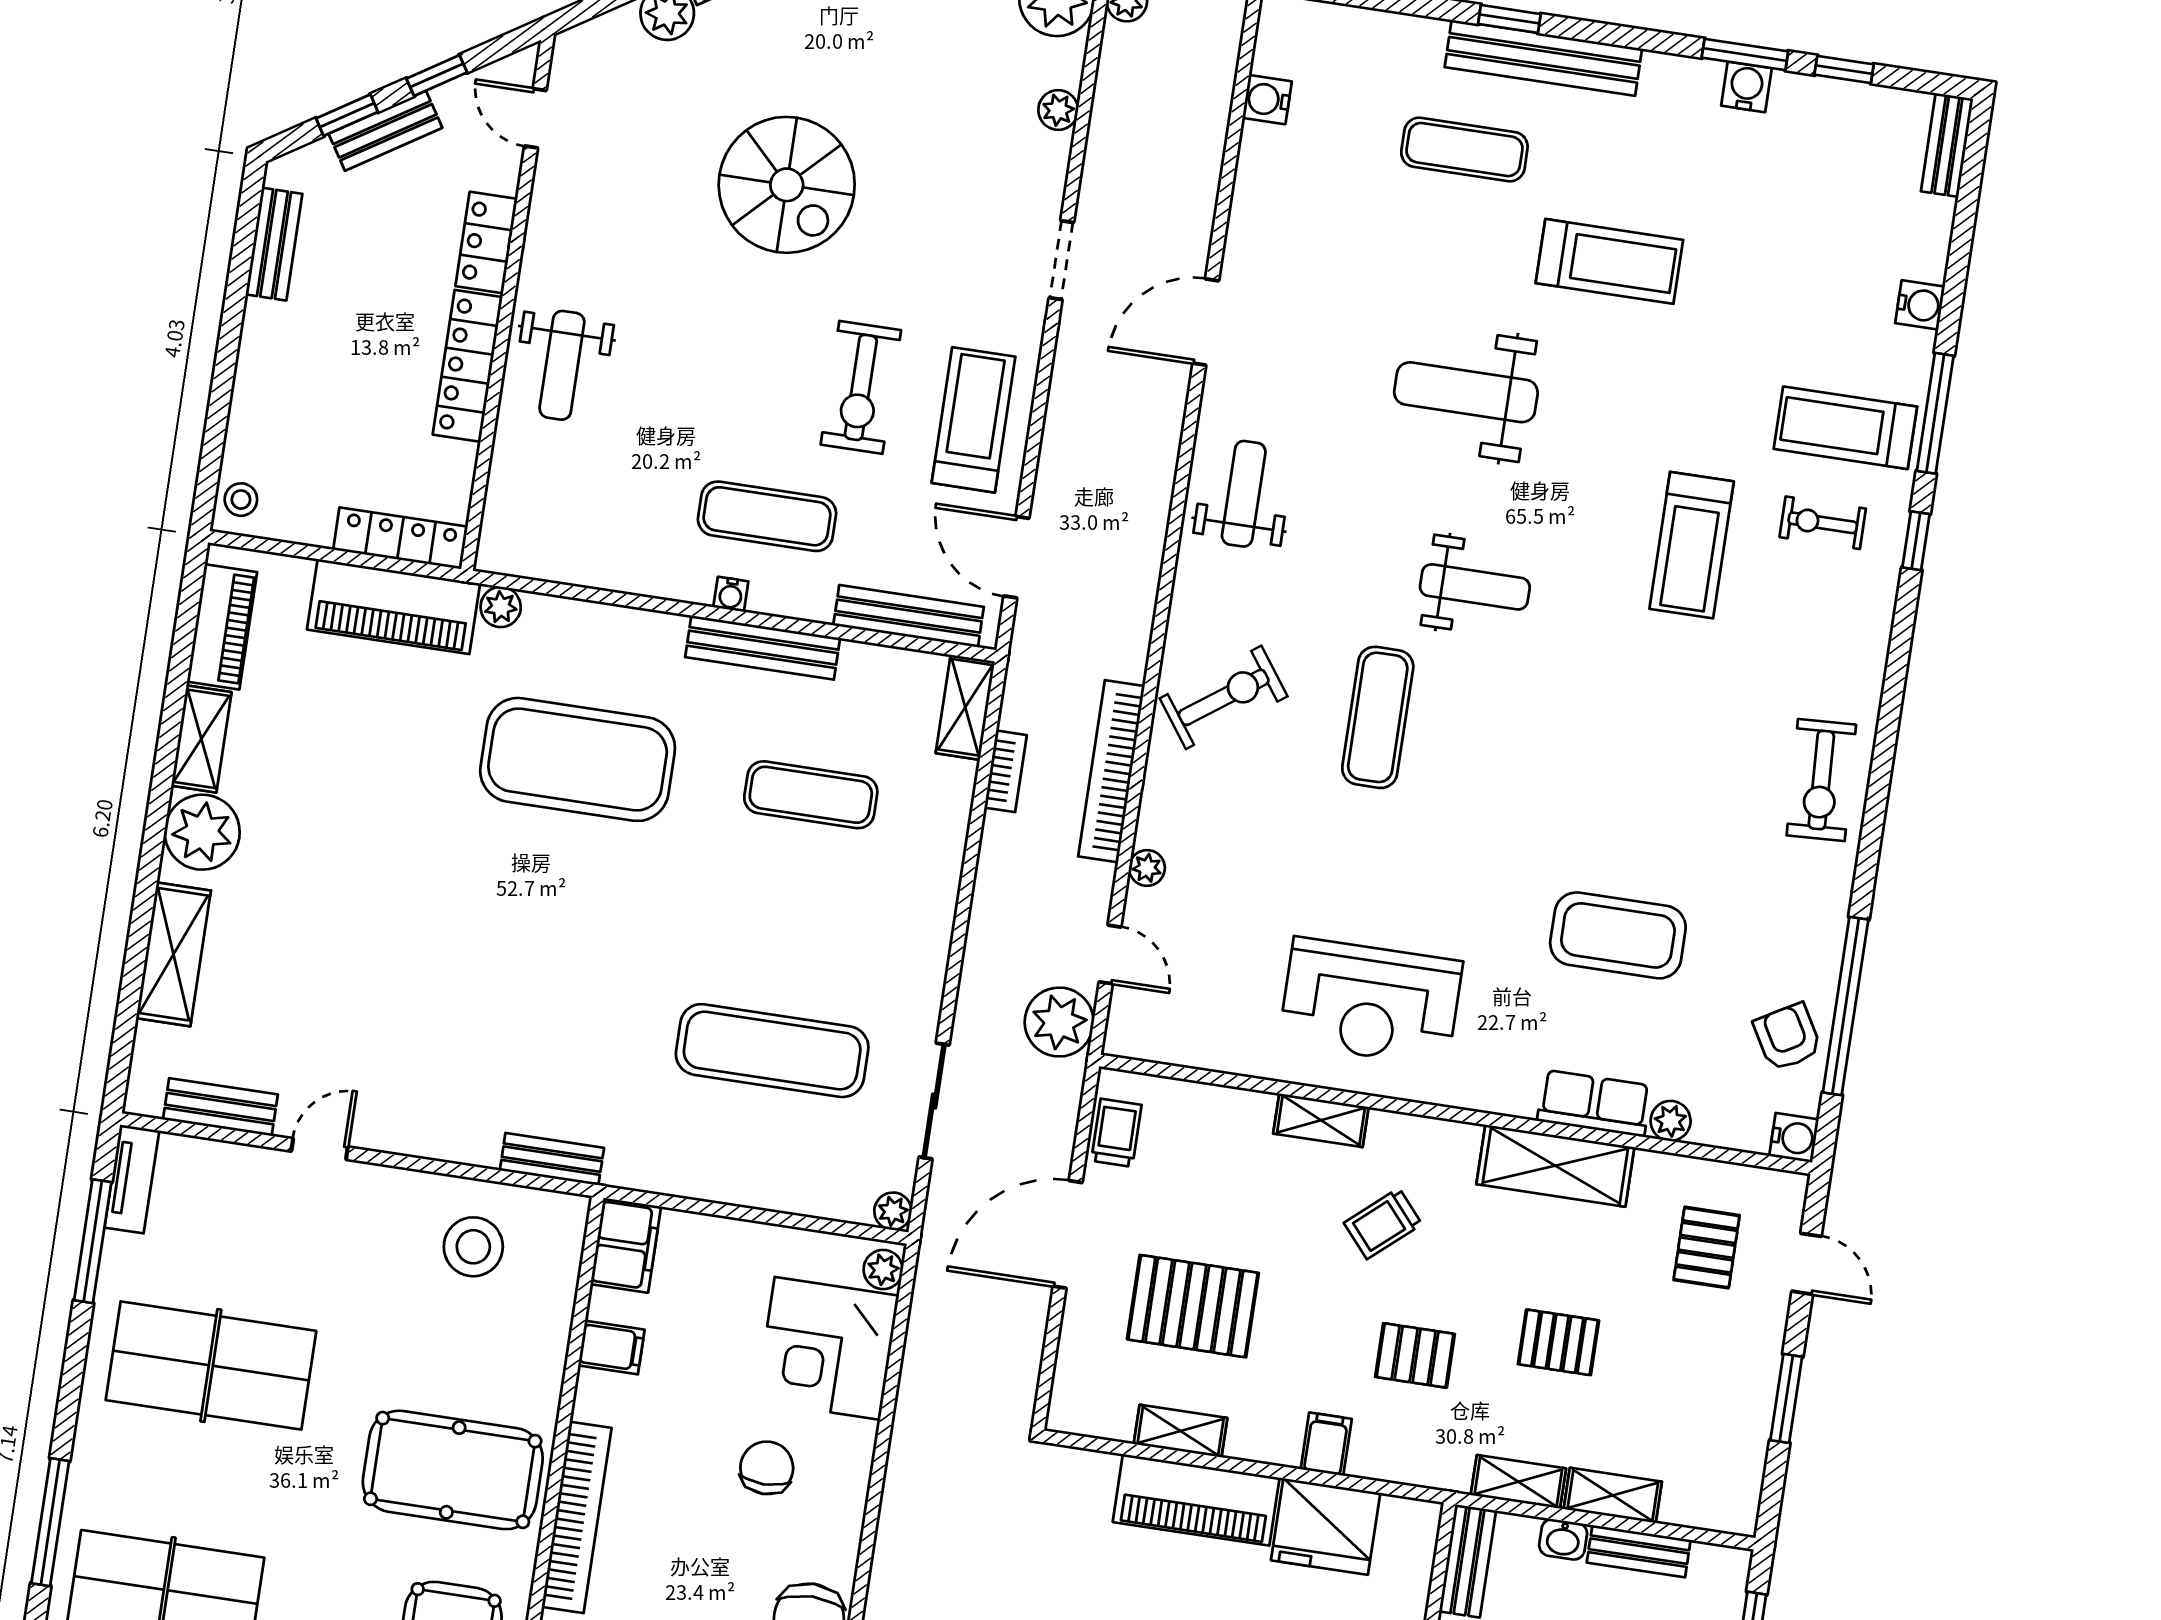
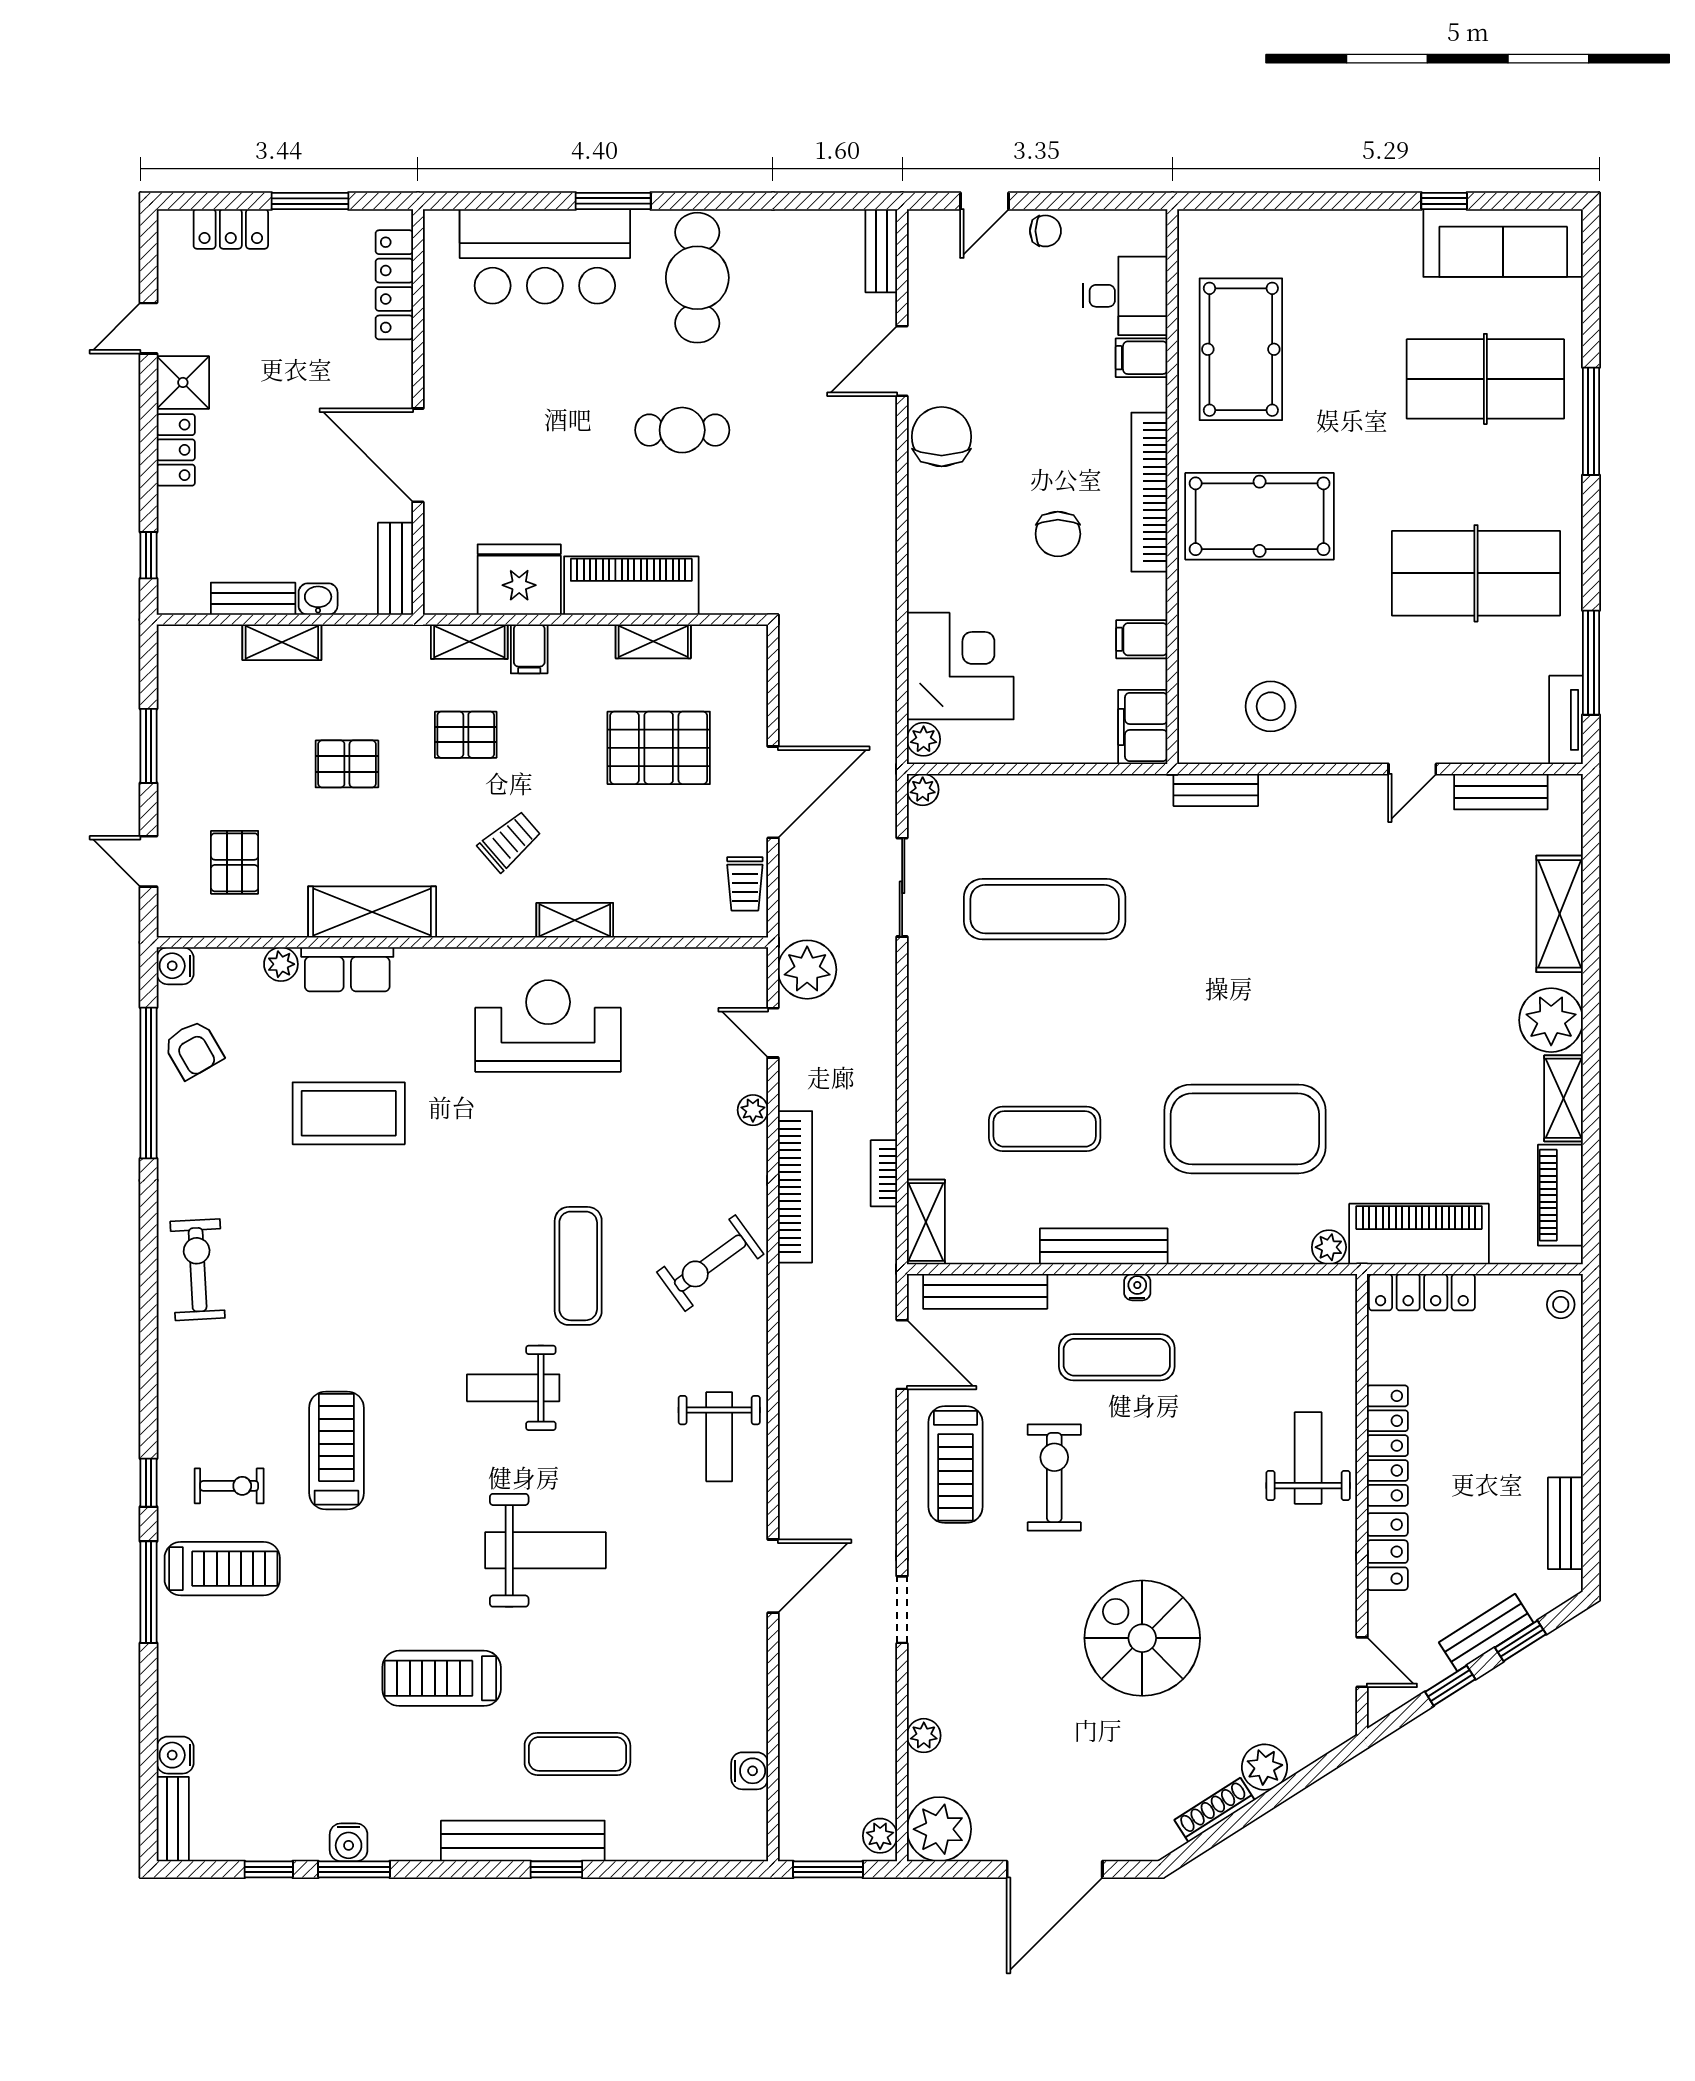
water cooler: (1920, 305) -> (175, 1755), moved
chair: (767, 1468) -> (1058, 534), moved
shelving: (1518, 1482) -> (469, 642), moved

